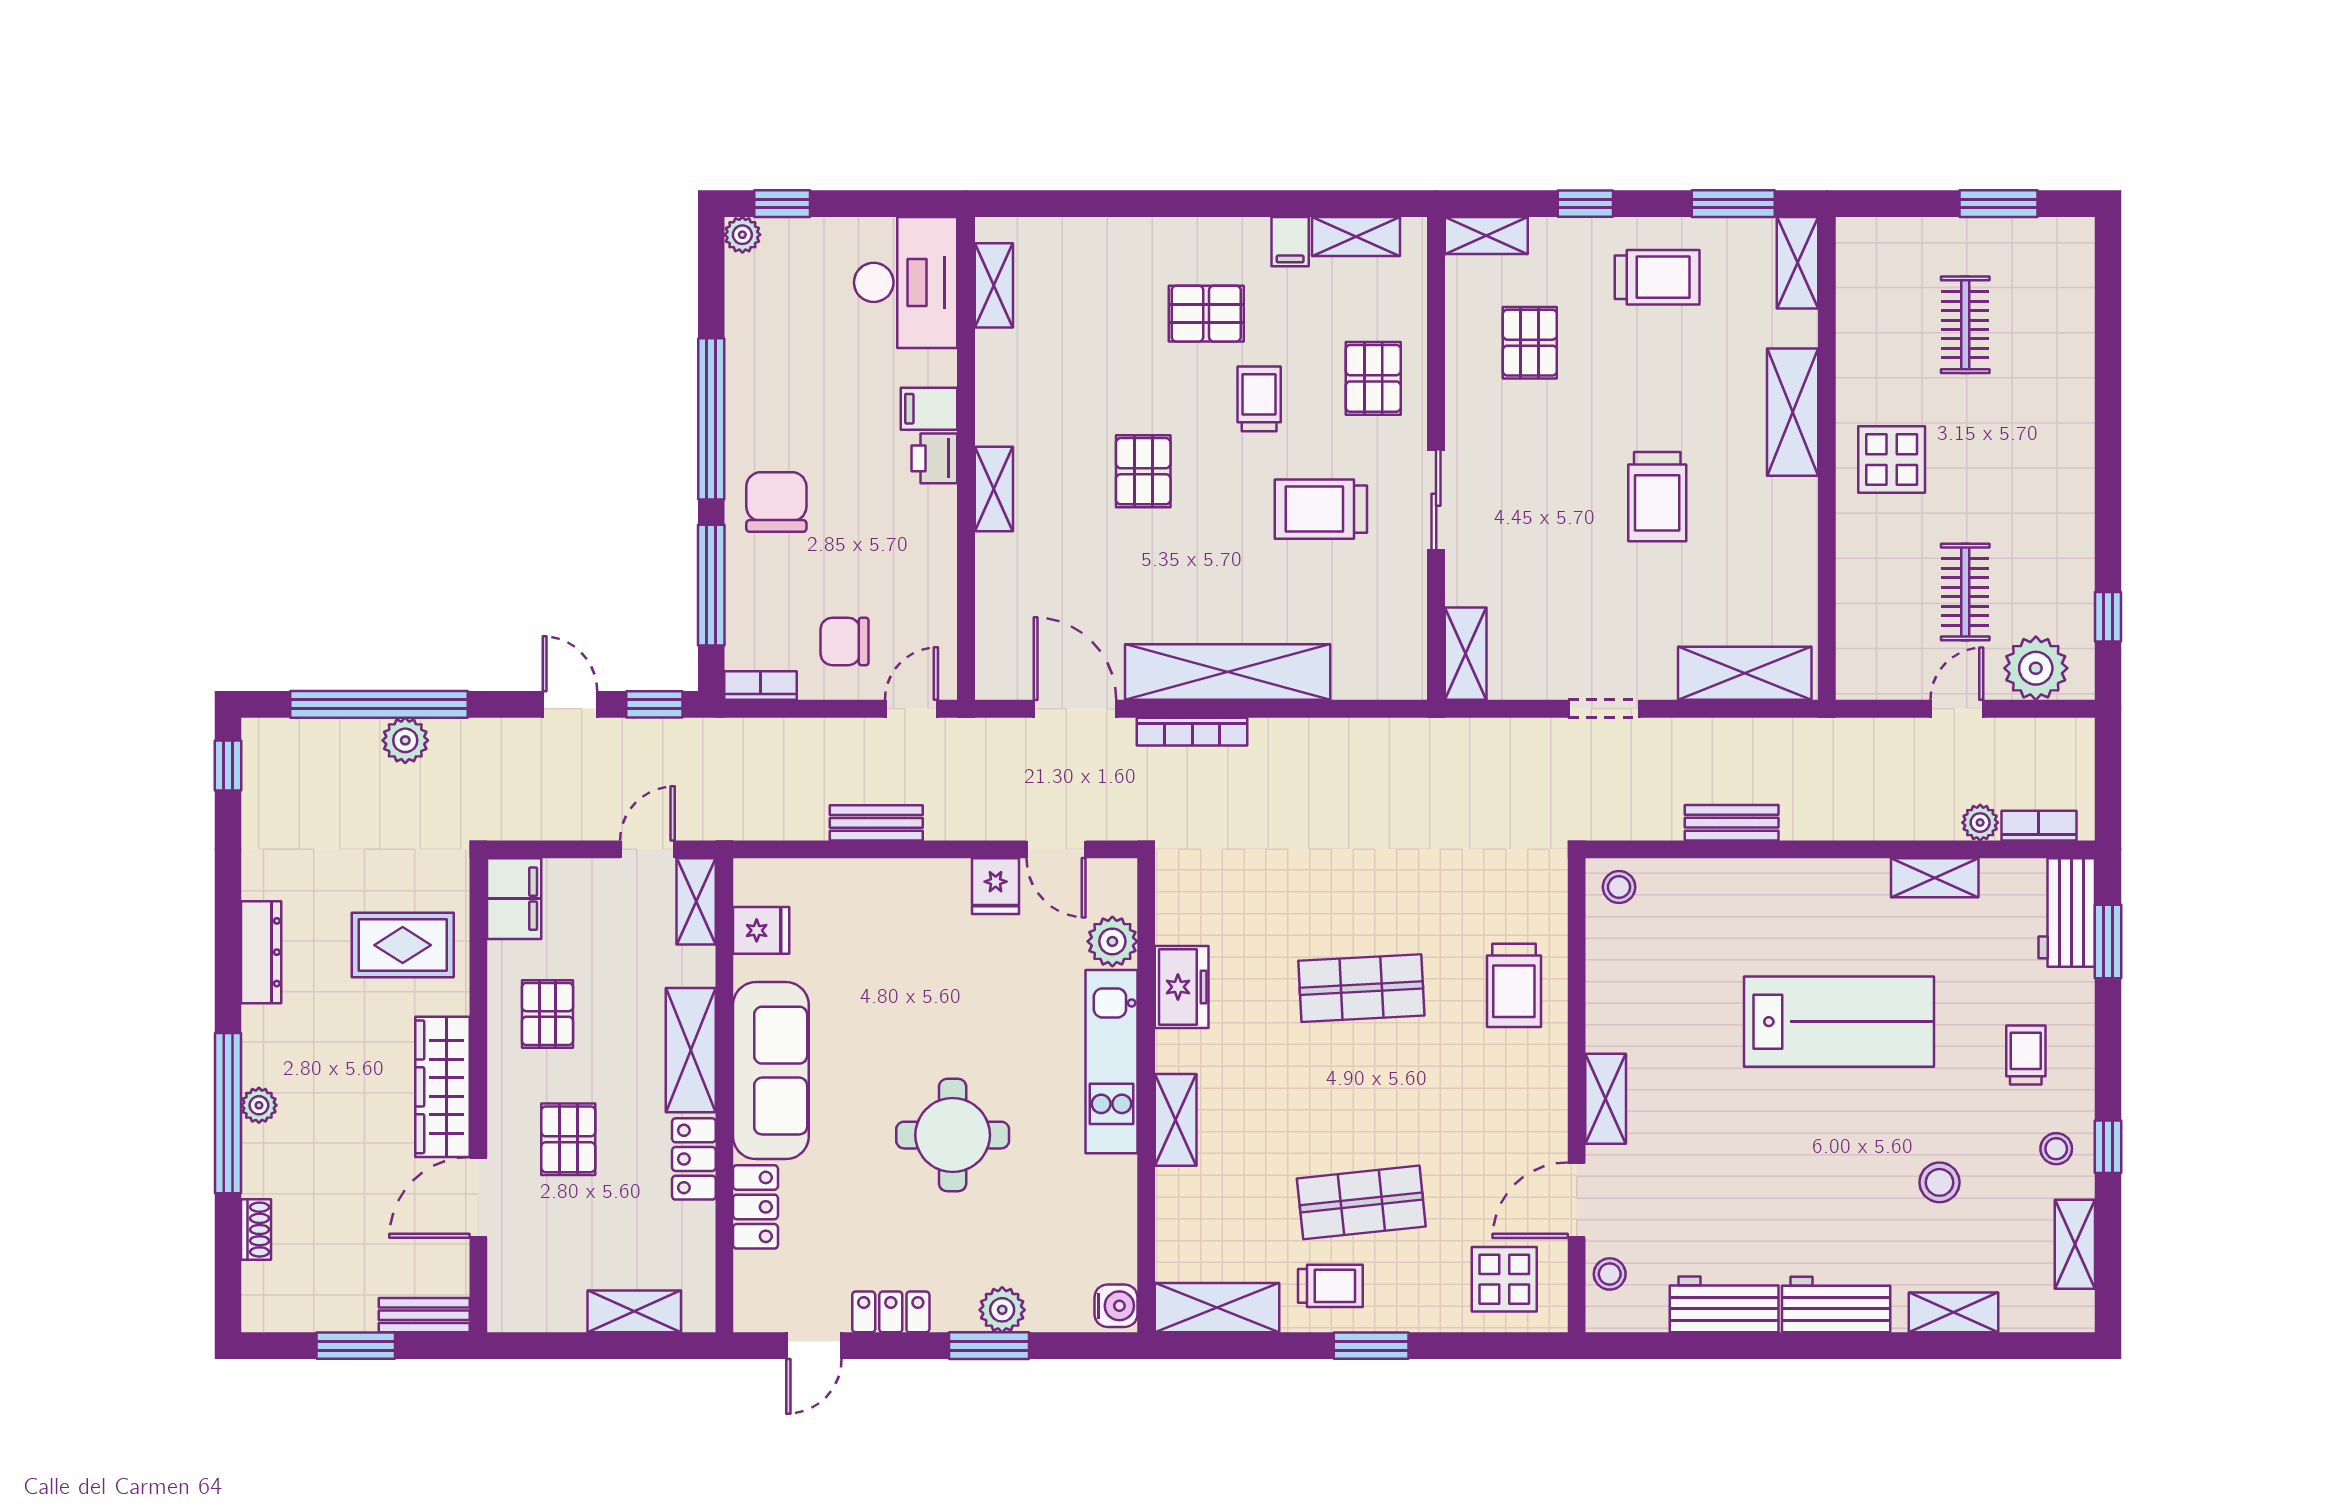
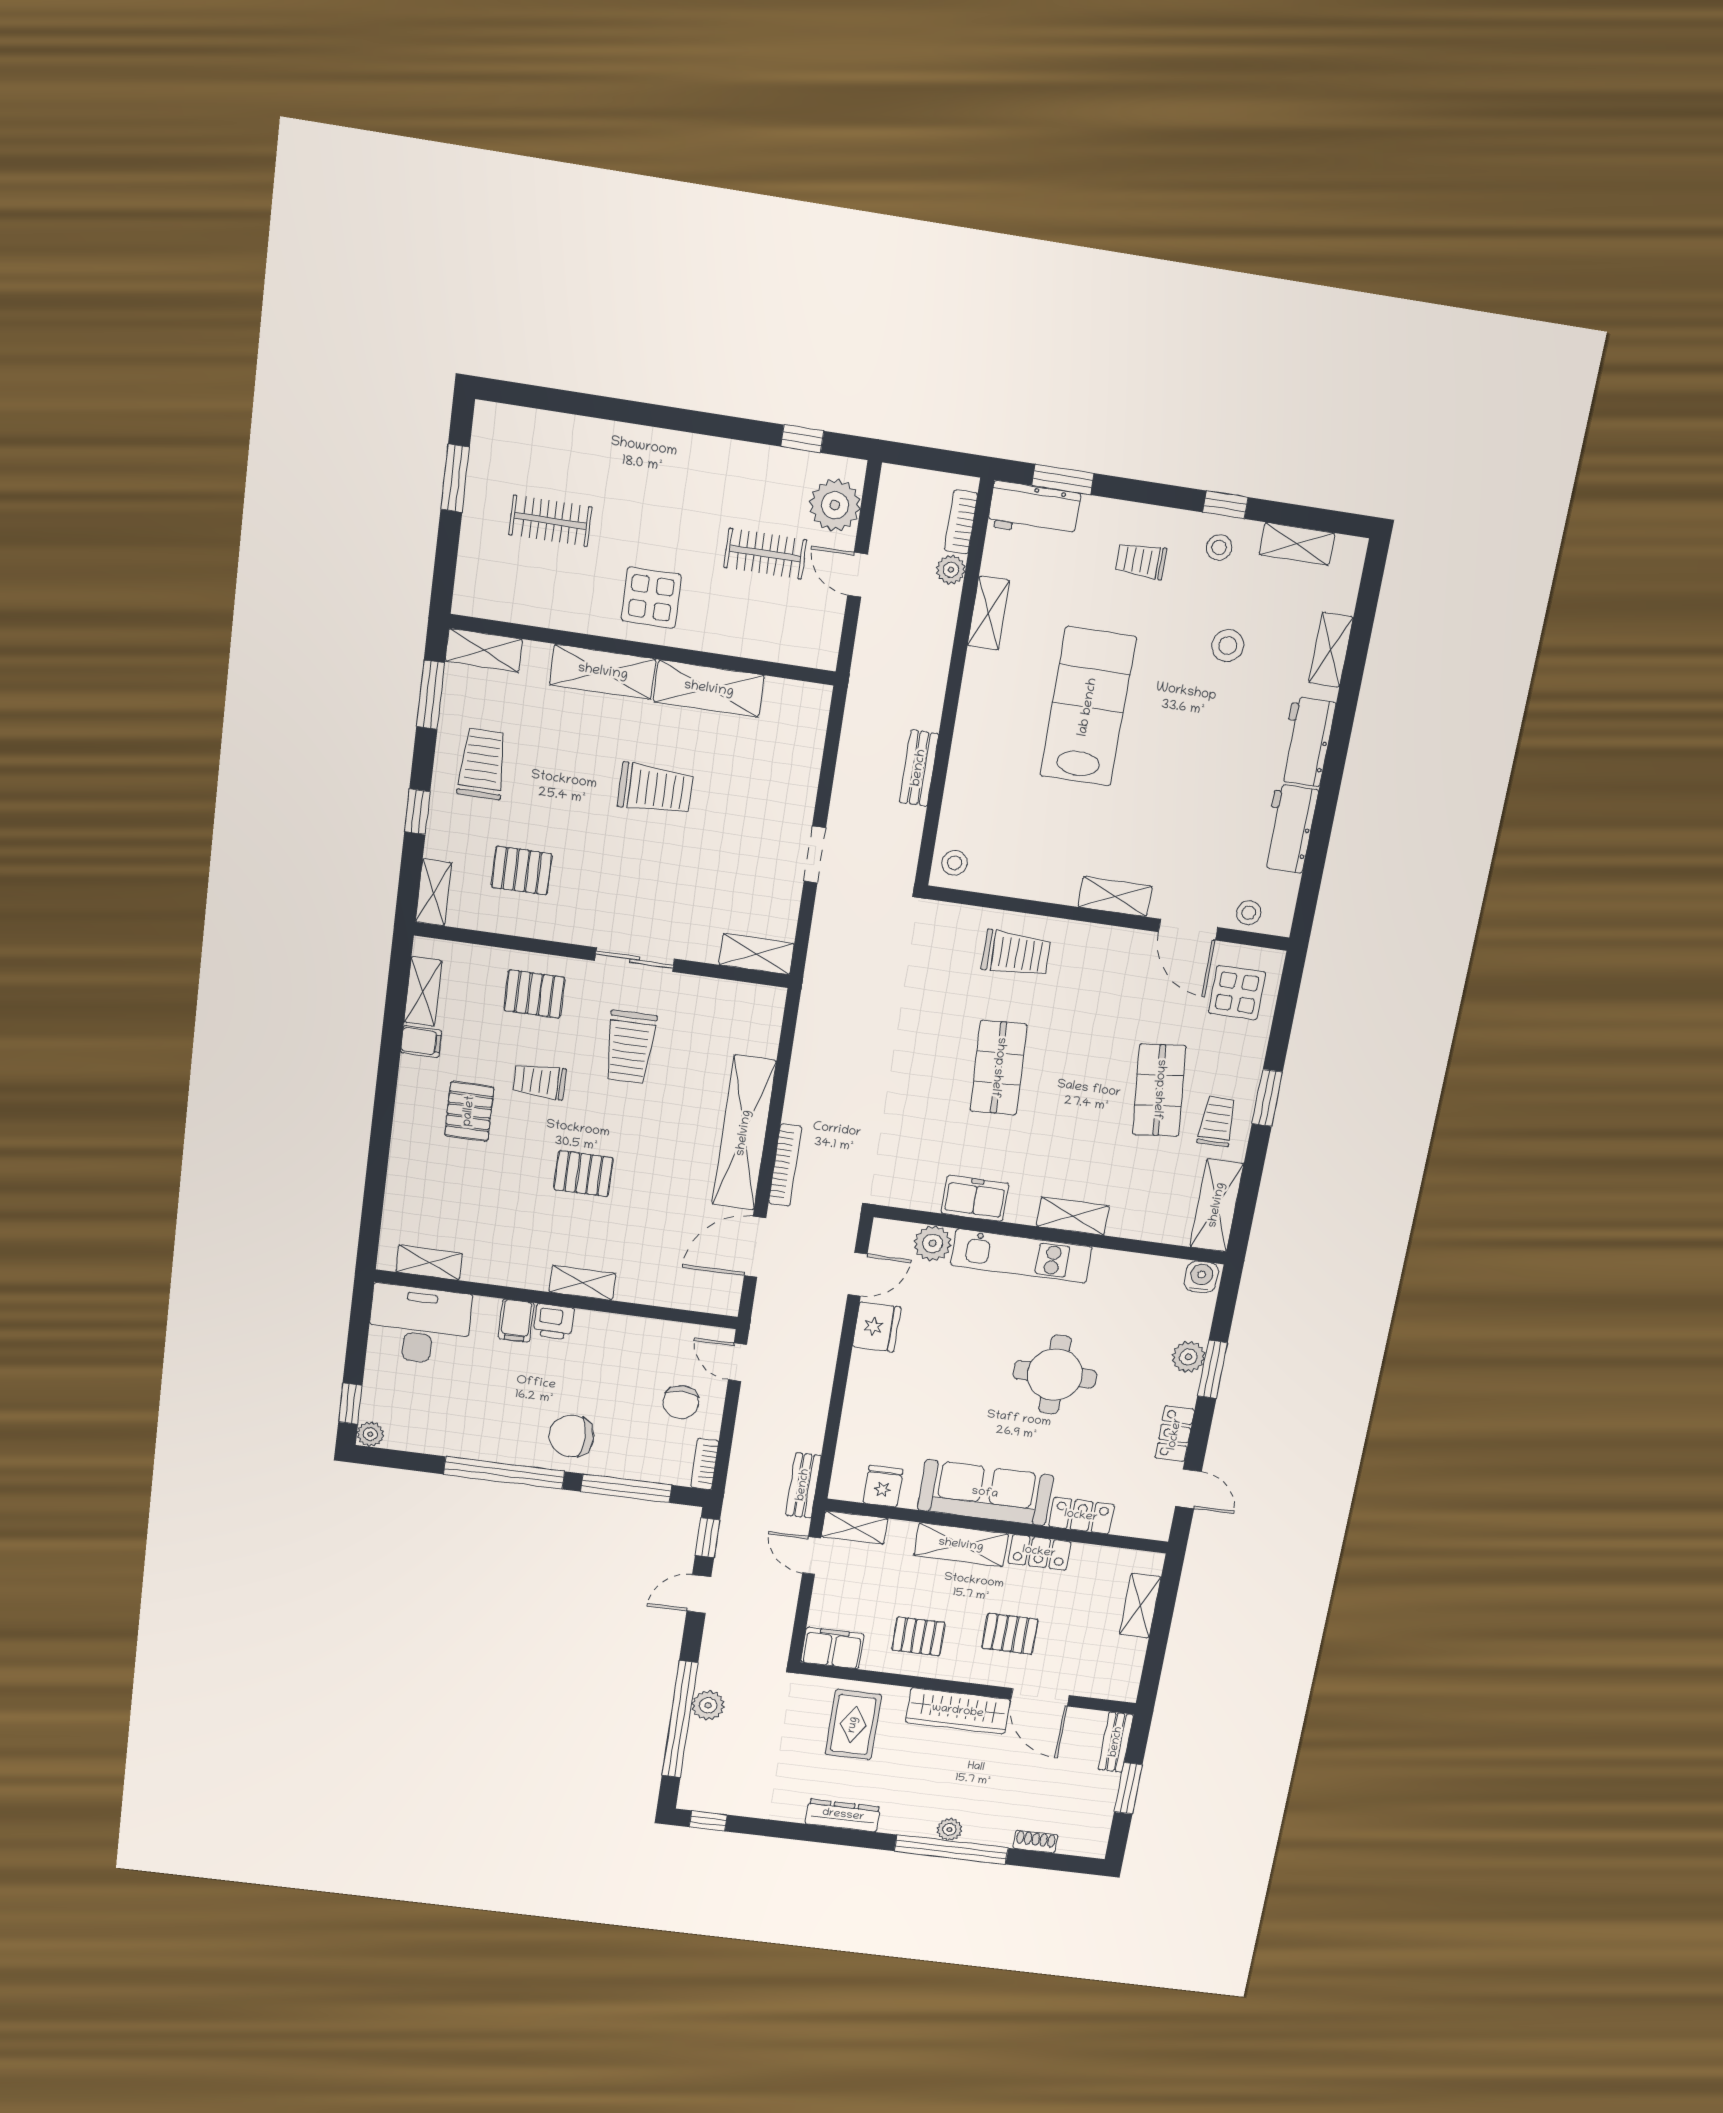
shelving: (1745, 673) -> (709, 689), moved, turned 90
bench: (876, 823) -> (803, 1485), moved
fridge: (996, 886) -> (877, 1327), width x1.38

